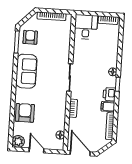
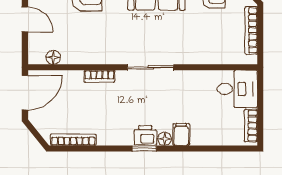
printer: (109, 94) -> (145, 135), moved
filing cabinet: (108, 107) -> (181, 134), moved
door: (37, 150) -> (25, 19), hinge flipped

